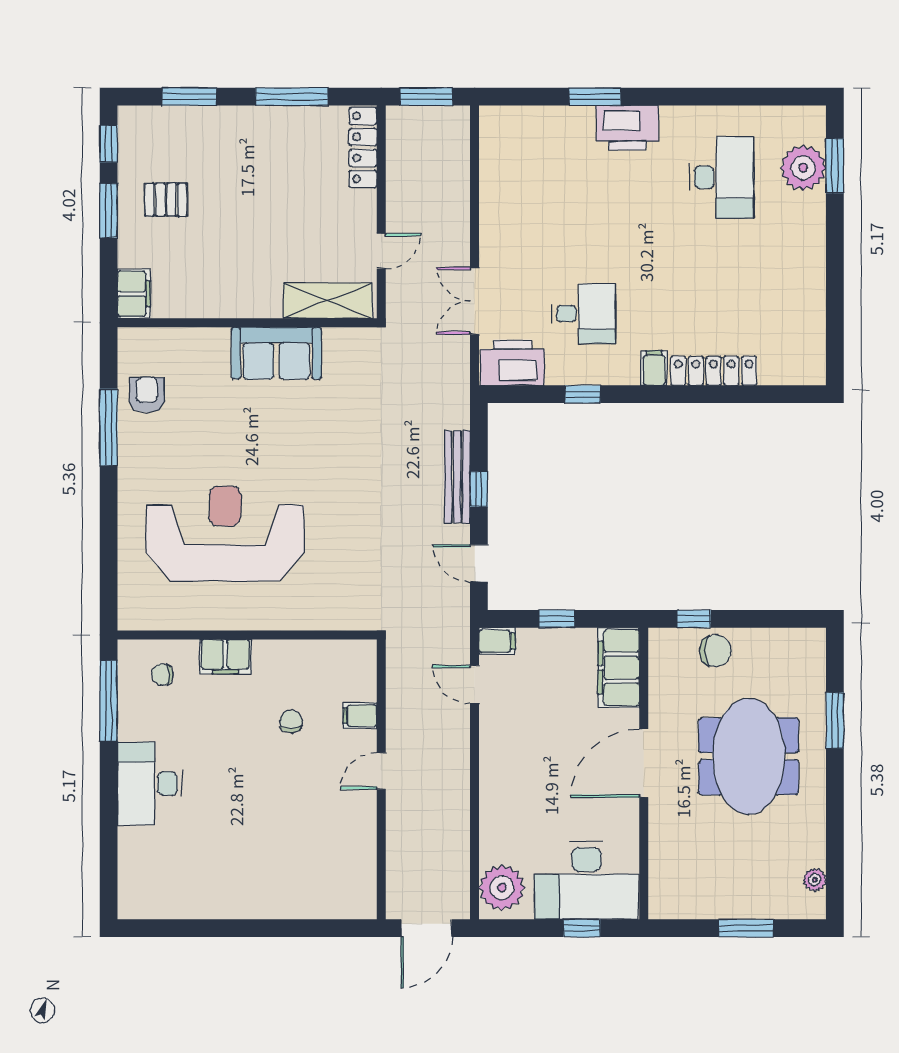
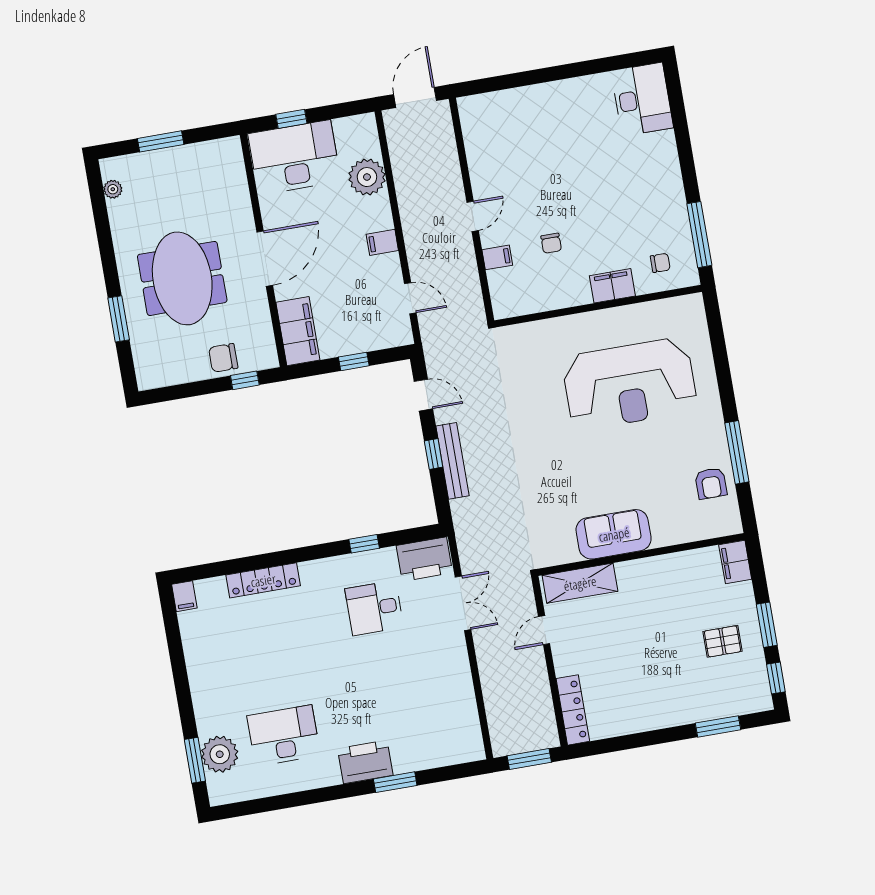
window: (292, 97) -> (637, 741), removed
desk: (721, 177) -> (284, 735), turned 90
filing cabinet: (654, 368) -> (184, 596), moved
filing cabinet: (497, 641) -> (382, 242), moved
desk: (150, 784) -> (642, 99), moved
plant: (502, 888) -> (367, 177), moved

